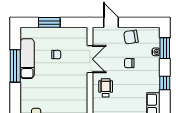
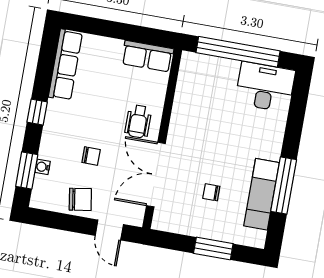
double door: (90, 59) -> (156, 175), width x1.37

